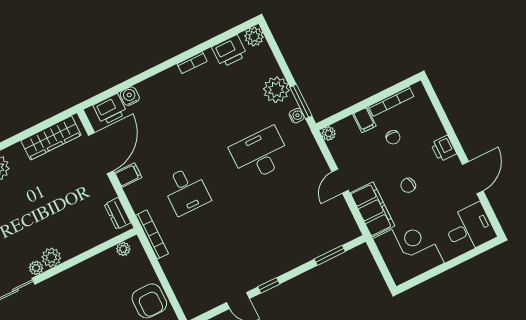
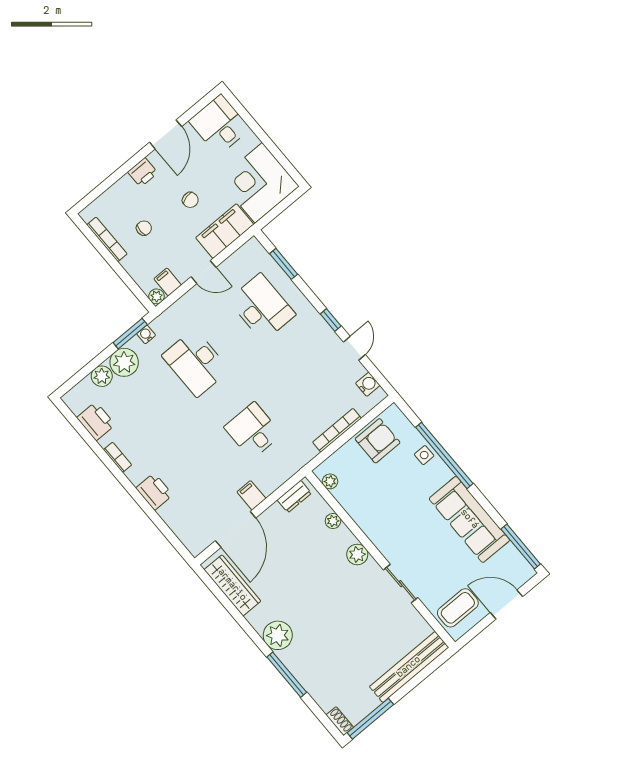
plant: (254, 37) -> (102, 376), moved
water cooler: (130, 96) -> (368, 384), moved, turned 180
printer: (110, 109) -> (154, 492), moved
filing cabinet: (364, 120) -> (168, 282), moved, turned -90
door: (101, 153) -> (236, 529), swing flipped
door: (473, 178) -> (166, 134), swing flipped
desk: (186, 191) -> (253, 431), turned -90
desk: (295, 226) -> (262, 307), added
bookcase: (152, 234) -> (337, 430), moved
plant: (36, 268) -> (333, 521), moved

